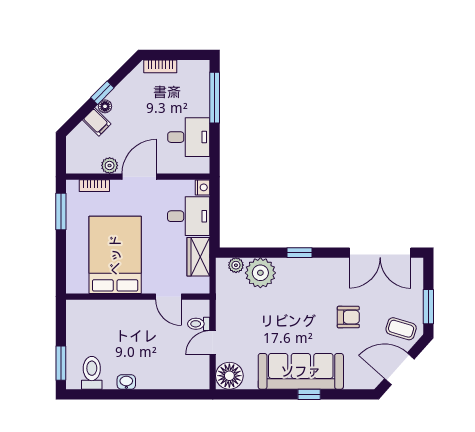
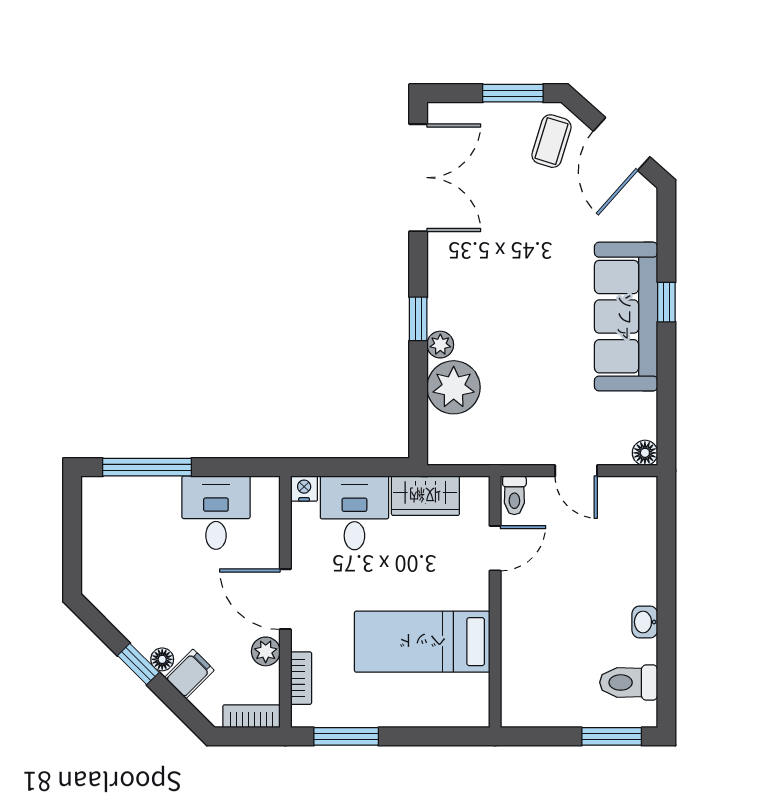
bookcase: (160, 66) -> (252, 716), moved, turned -90
bed: (115, 255) -> (422, 642), width x0.67
plant: (236, 265) -> (440, 345), moved
armchair: (348, 317) -> (531, 233), removed
toilet: (199, 324) -> (514, 495), moved
floor lamp: (229, 376) -> (645, 453), width x0.53, depth x0.53

